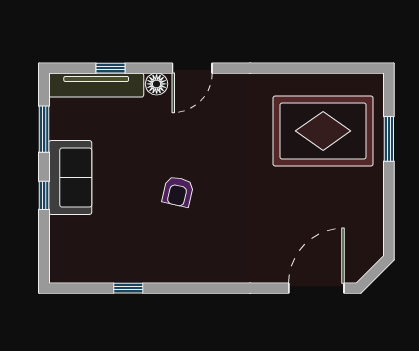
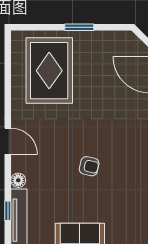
door: (192, 68) -> (8, 141), moved
window: (389, 139) -> (79, 27), moved

